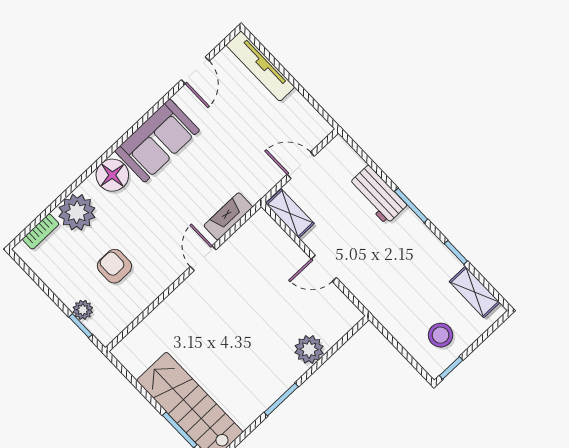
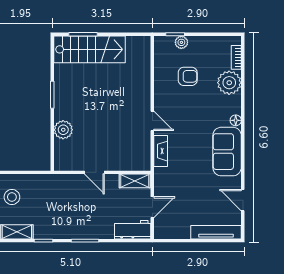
floor lamp: (112, 175) -> (236, 120), width x0.53, depth x0.53
workbench: (377, 195) -> (133, 230), moved
door: (324, 268) -> (94, 172), swing flipped

